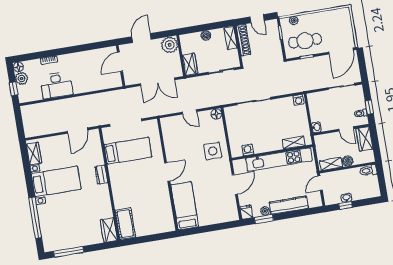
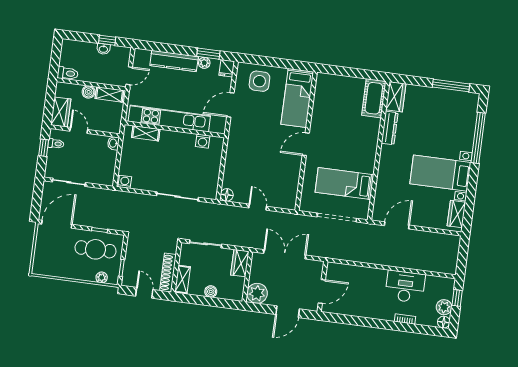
side table: (213, 151) -> (259, 81), moved
dresser: (101, 175) -> (390, 128), moved, width x1.44

